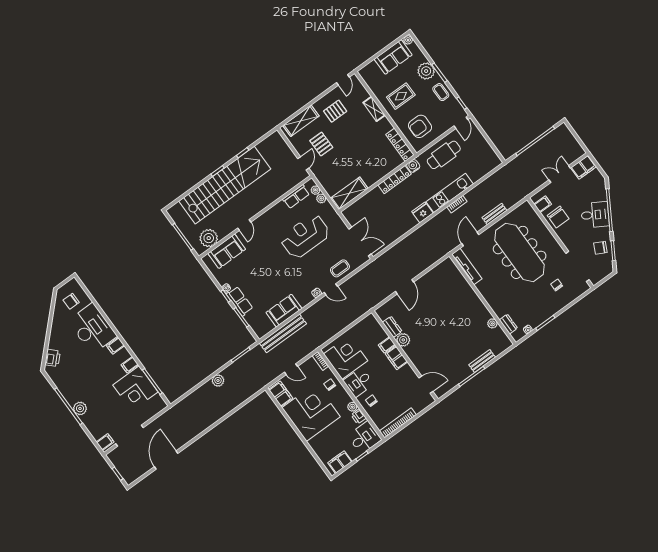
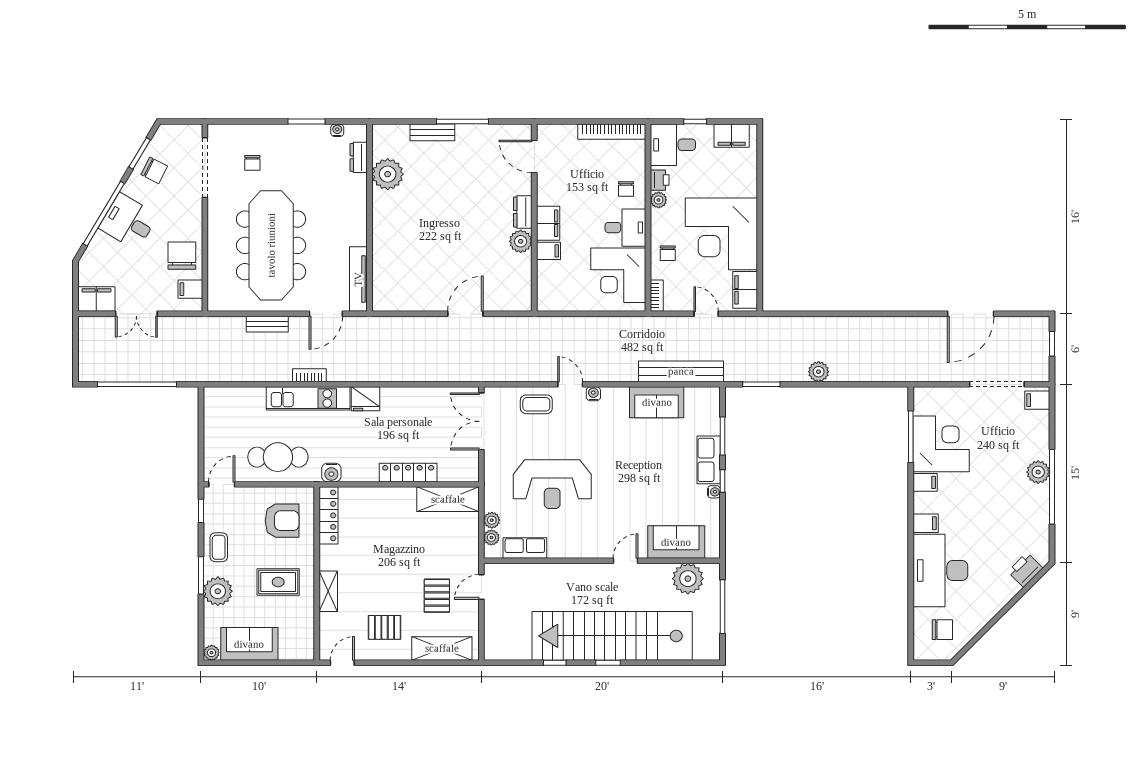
locker: (395, 180) -> (408, 473), moved
plant: (492, 323) -> (388, 174), width x1.87, depth x1.87
dresser: (392, 327) -> (523, 212), moved

